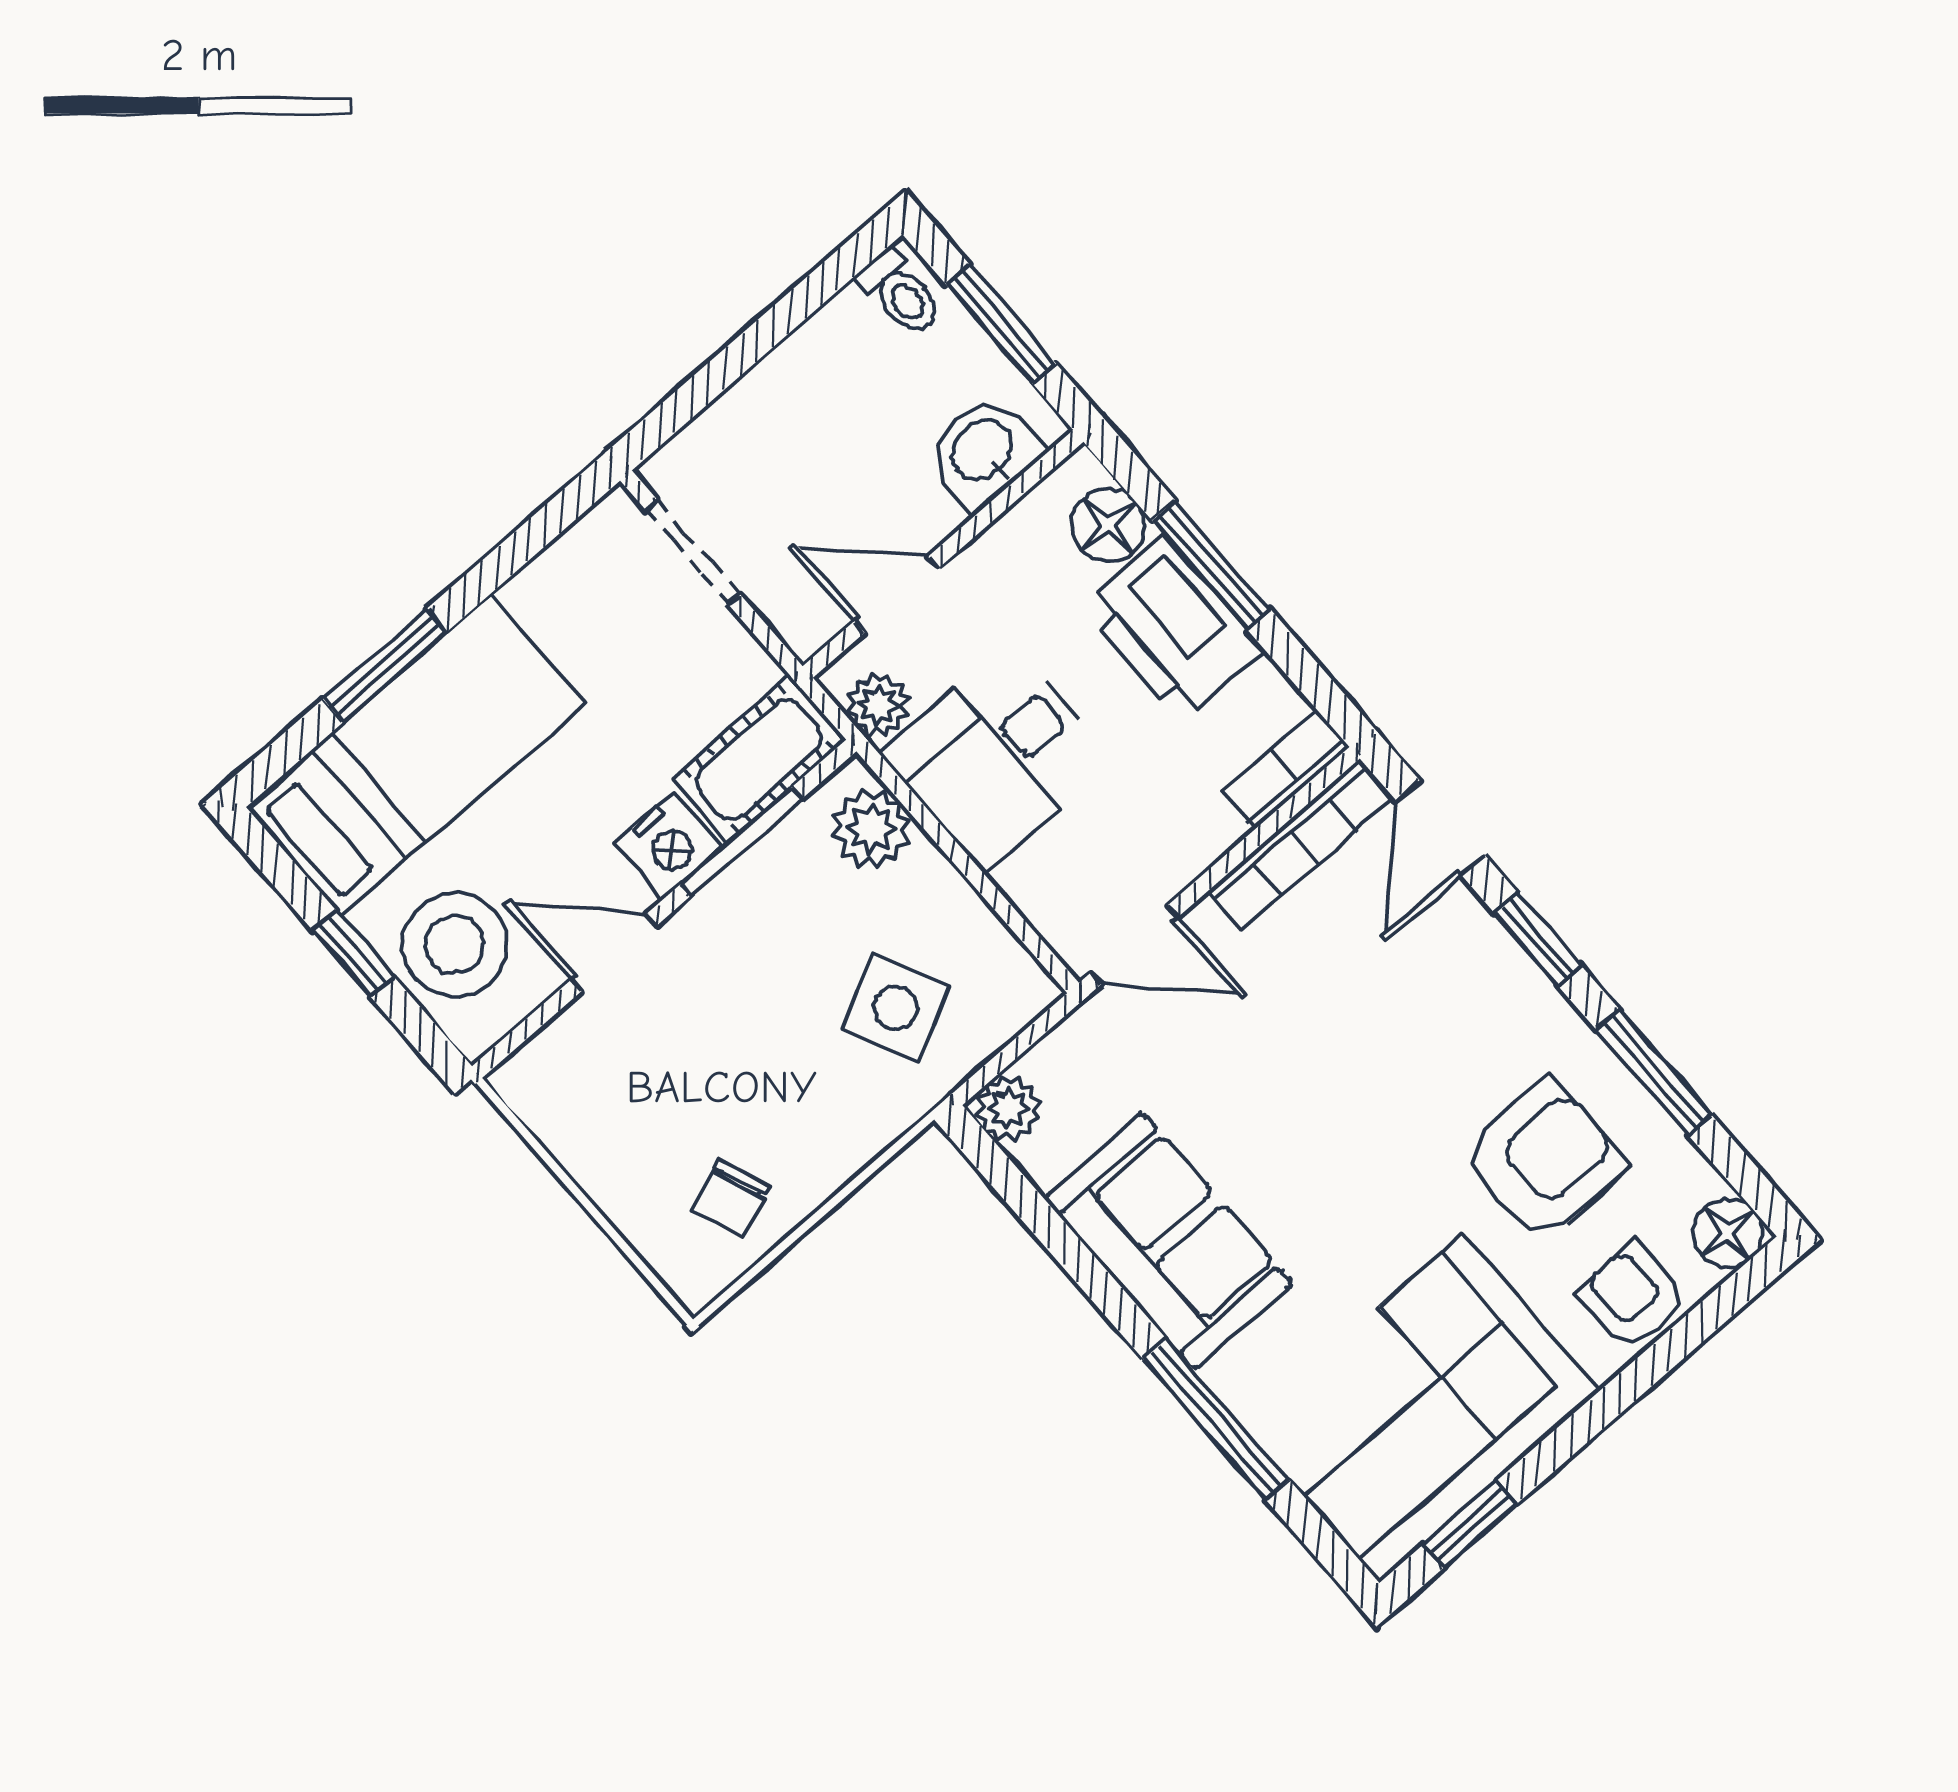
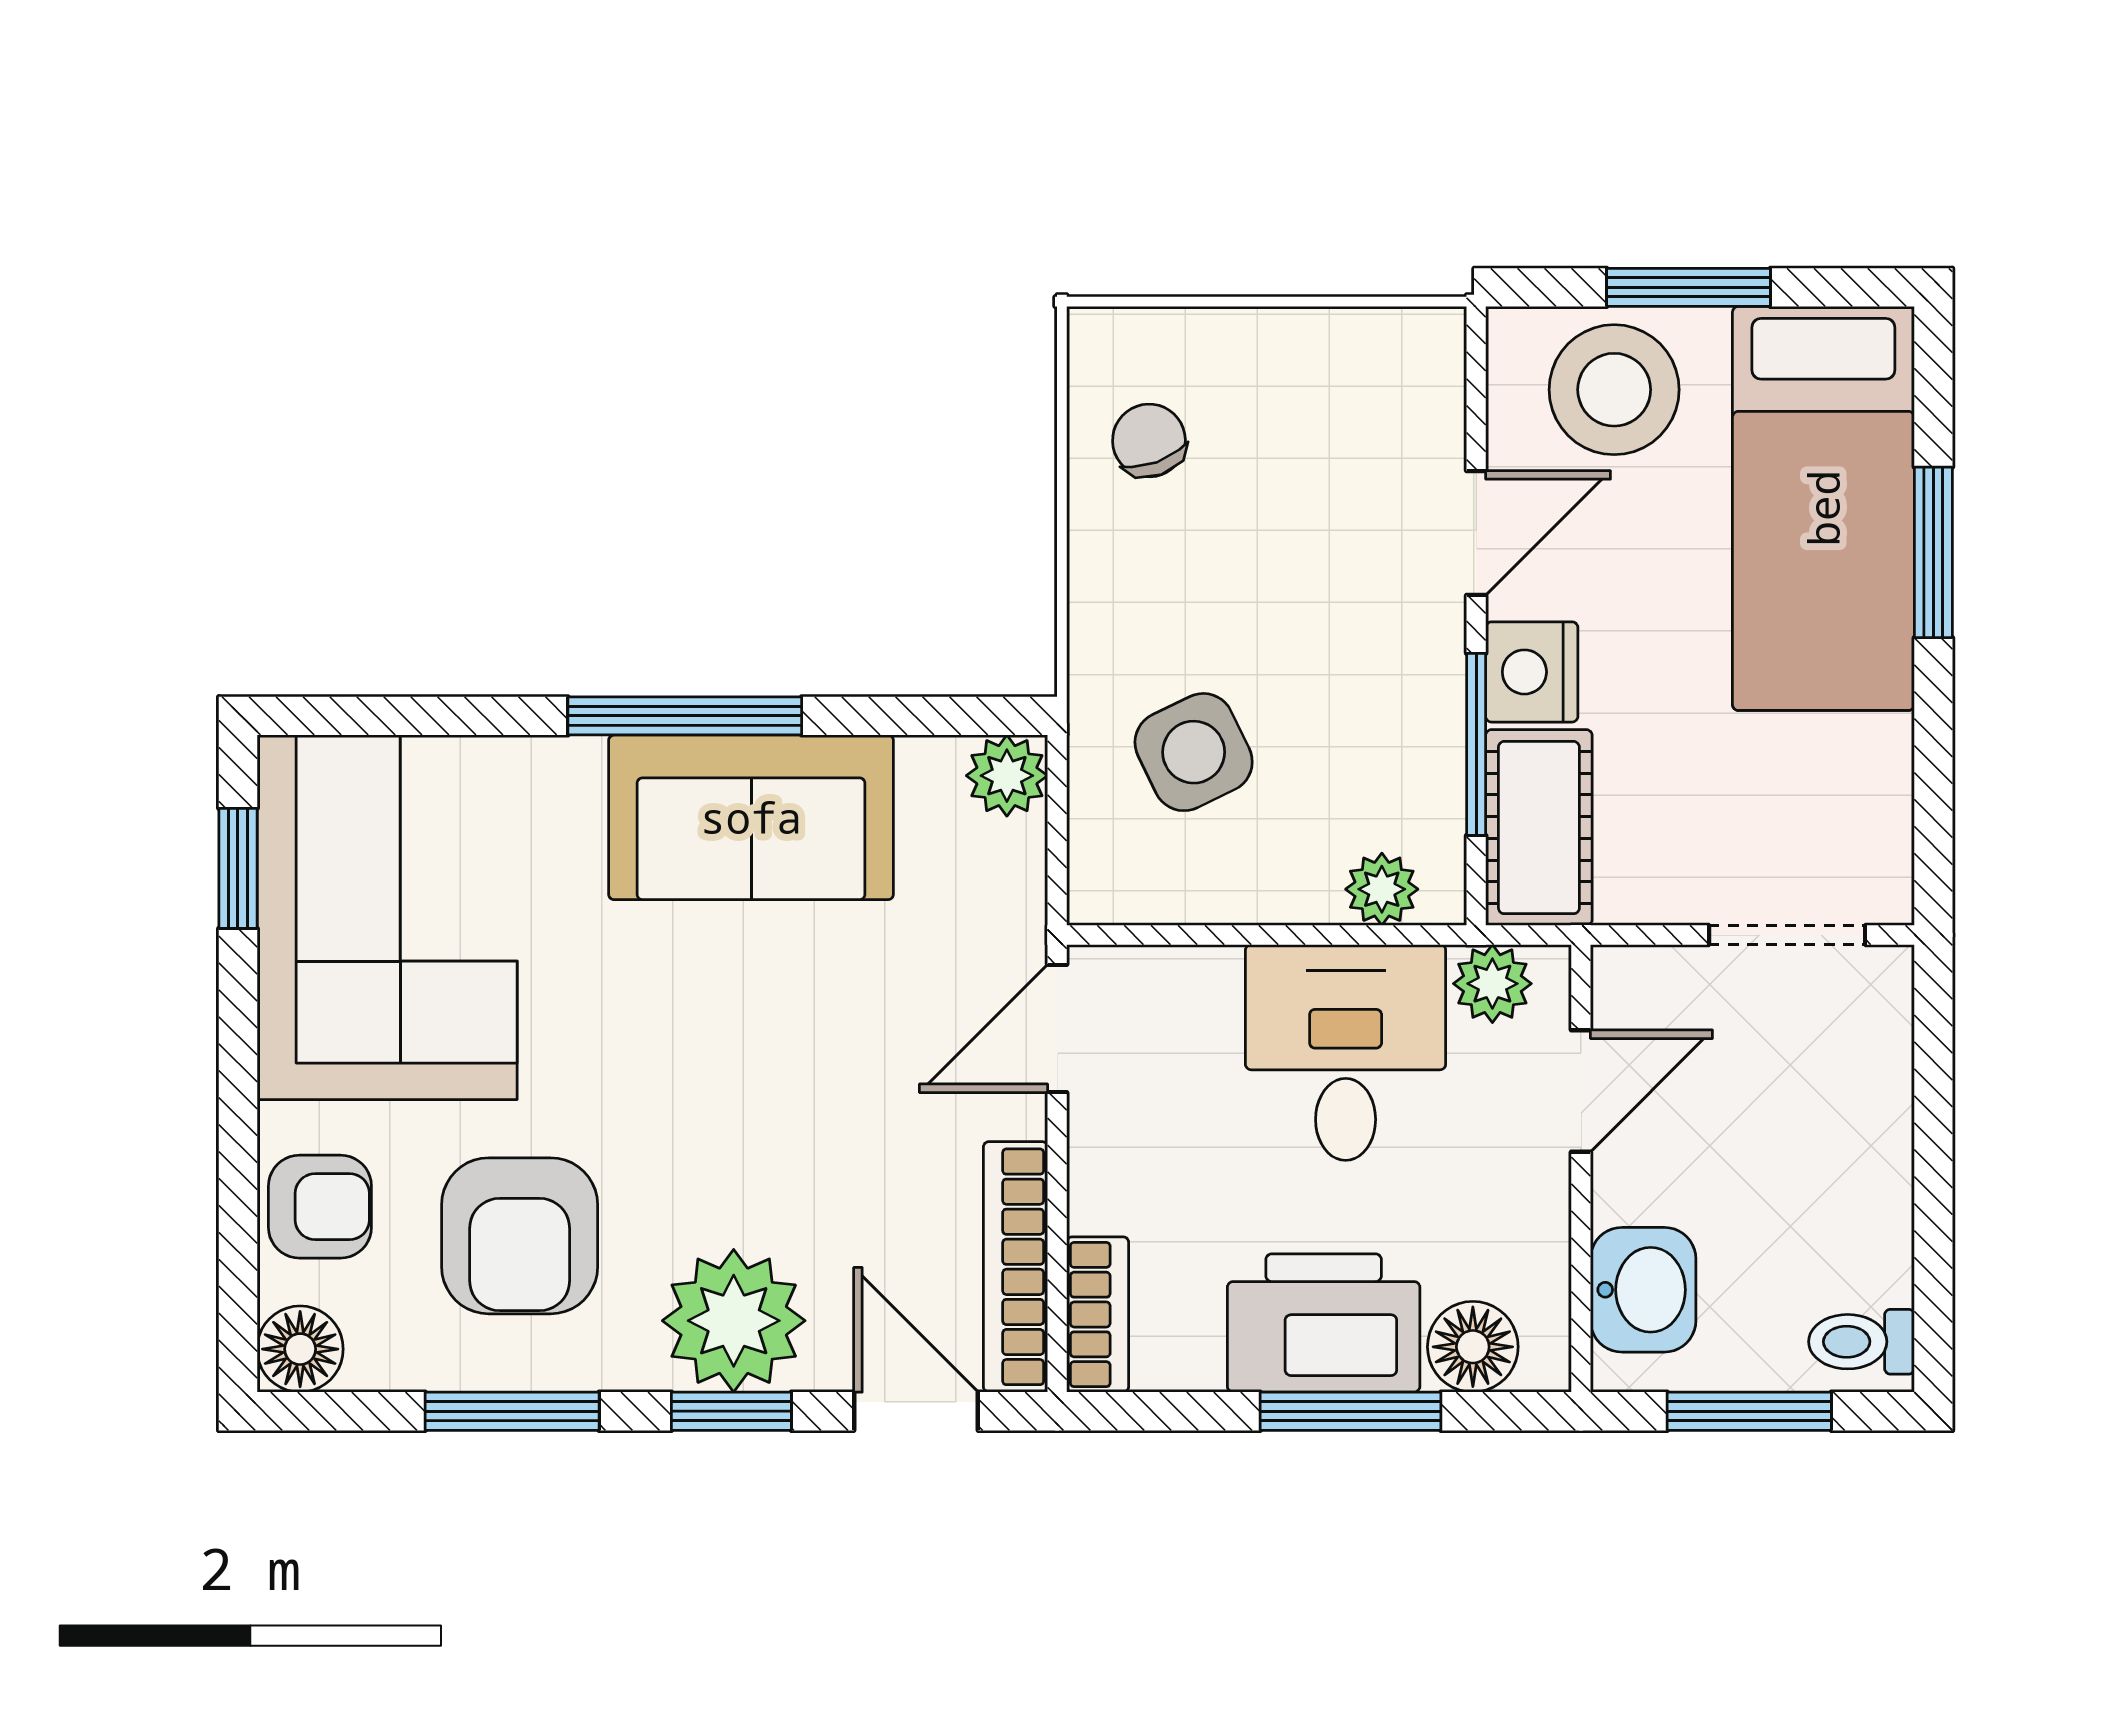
plant: (871, 829) -> (1382, 889), width x0.73, depth x0.73
window: (353, 954) -> (1689, 287), width x1.50
plant: (1482, 986) -> (734, 1321), added
window: (1216, 1419) -> (685, 716), moved

